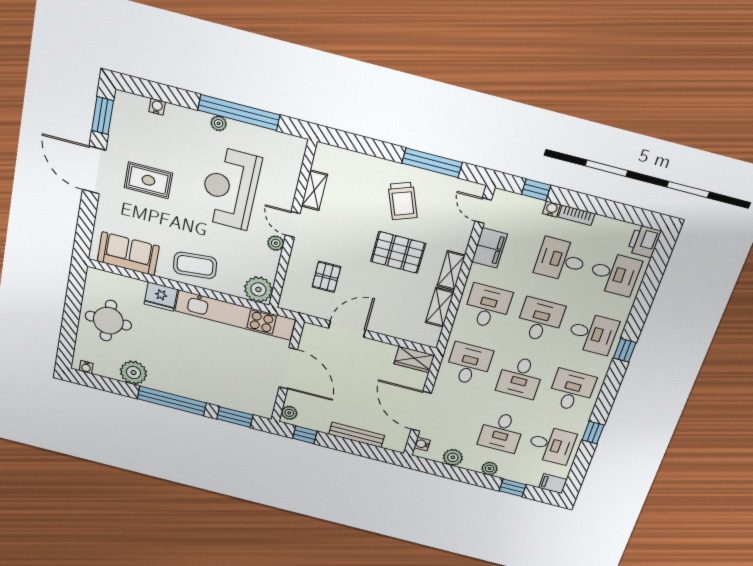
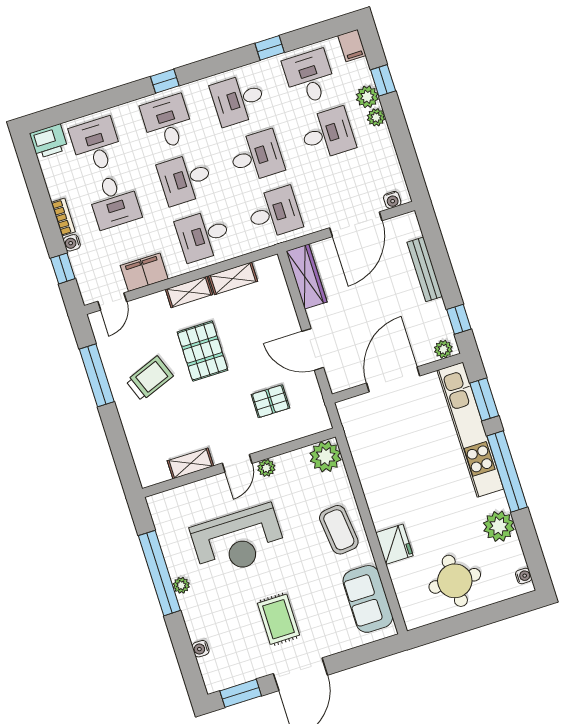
kitchen unit: (235, 315) -> (470, 430), moved, turned 180
wardrobe: (414, 360) -> (307, 276), width x1.50
desk: (469, 364) -> (274, 213), turned 180
plant: (453, 457) -> (367, 97), moved

